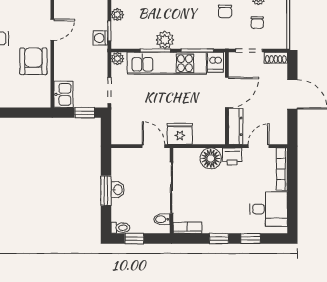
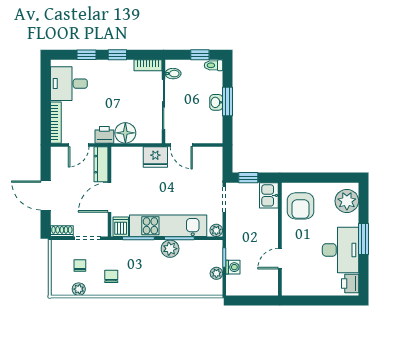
washing machine: (100, 38) -> (233, 267), moved
armchair: (33, 61) -> (301, 206), moved

